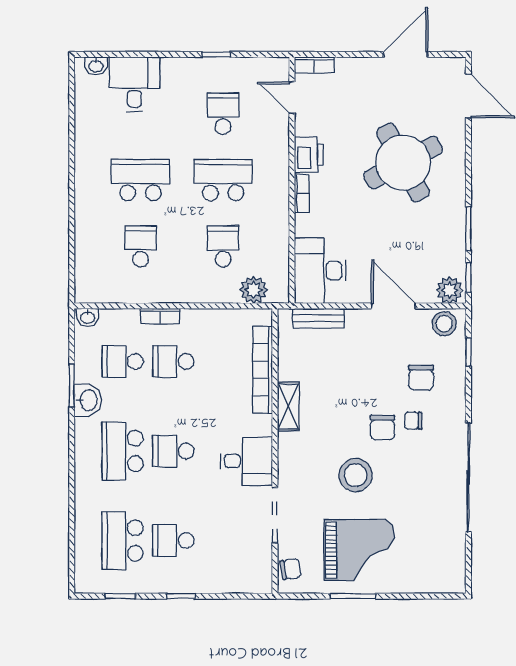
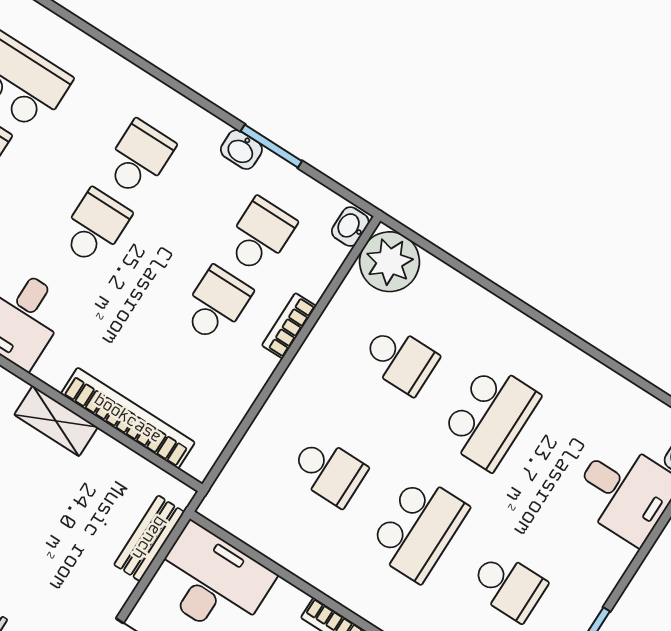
plant: (254, 290) -> (389, 262), moved, width x1.36, depth x1.36
washbasin: (88, 400) -> (241, 150), width x0.72, depth x0.69
school desk: (123, 451) -> (139, 158), width x0.54

